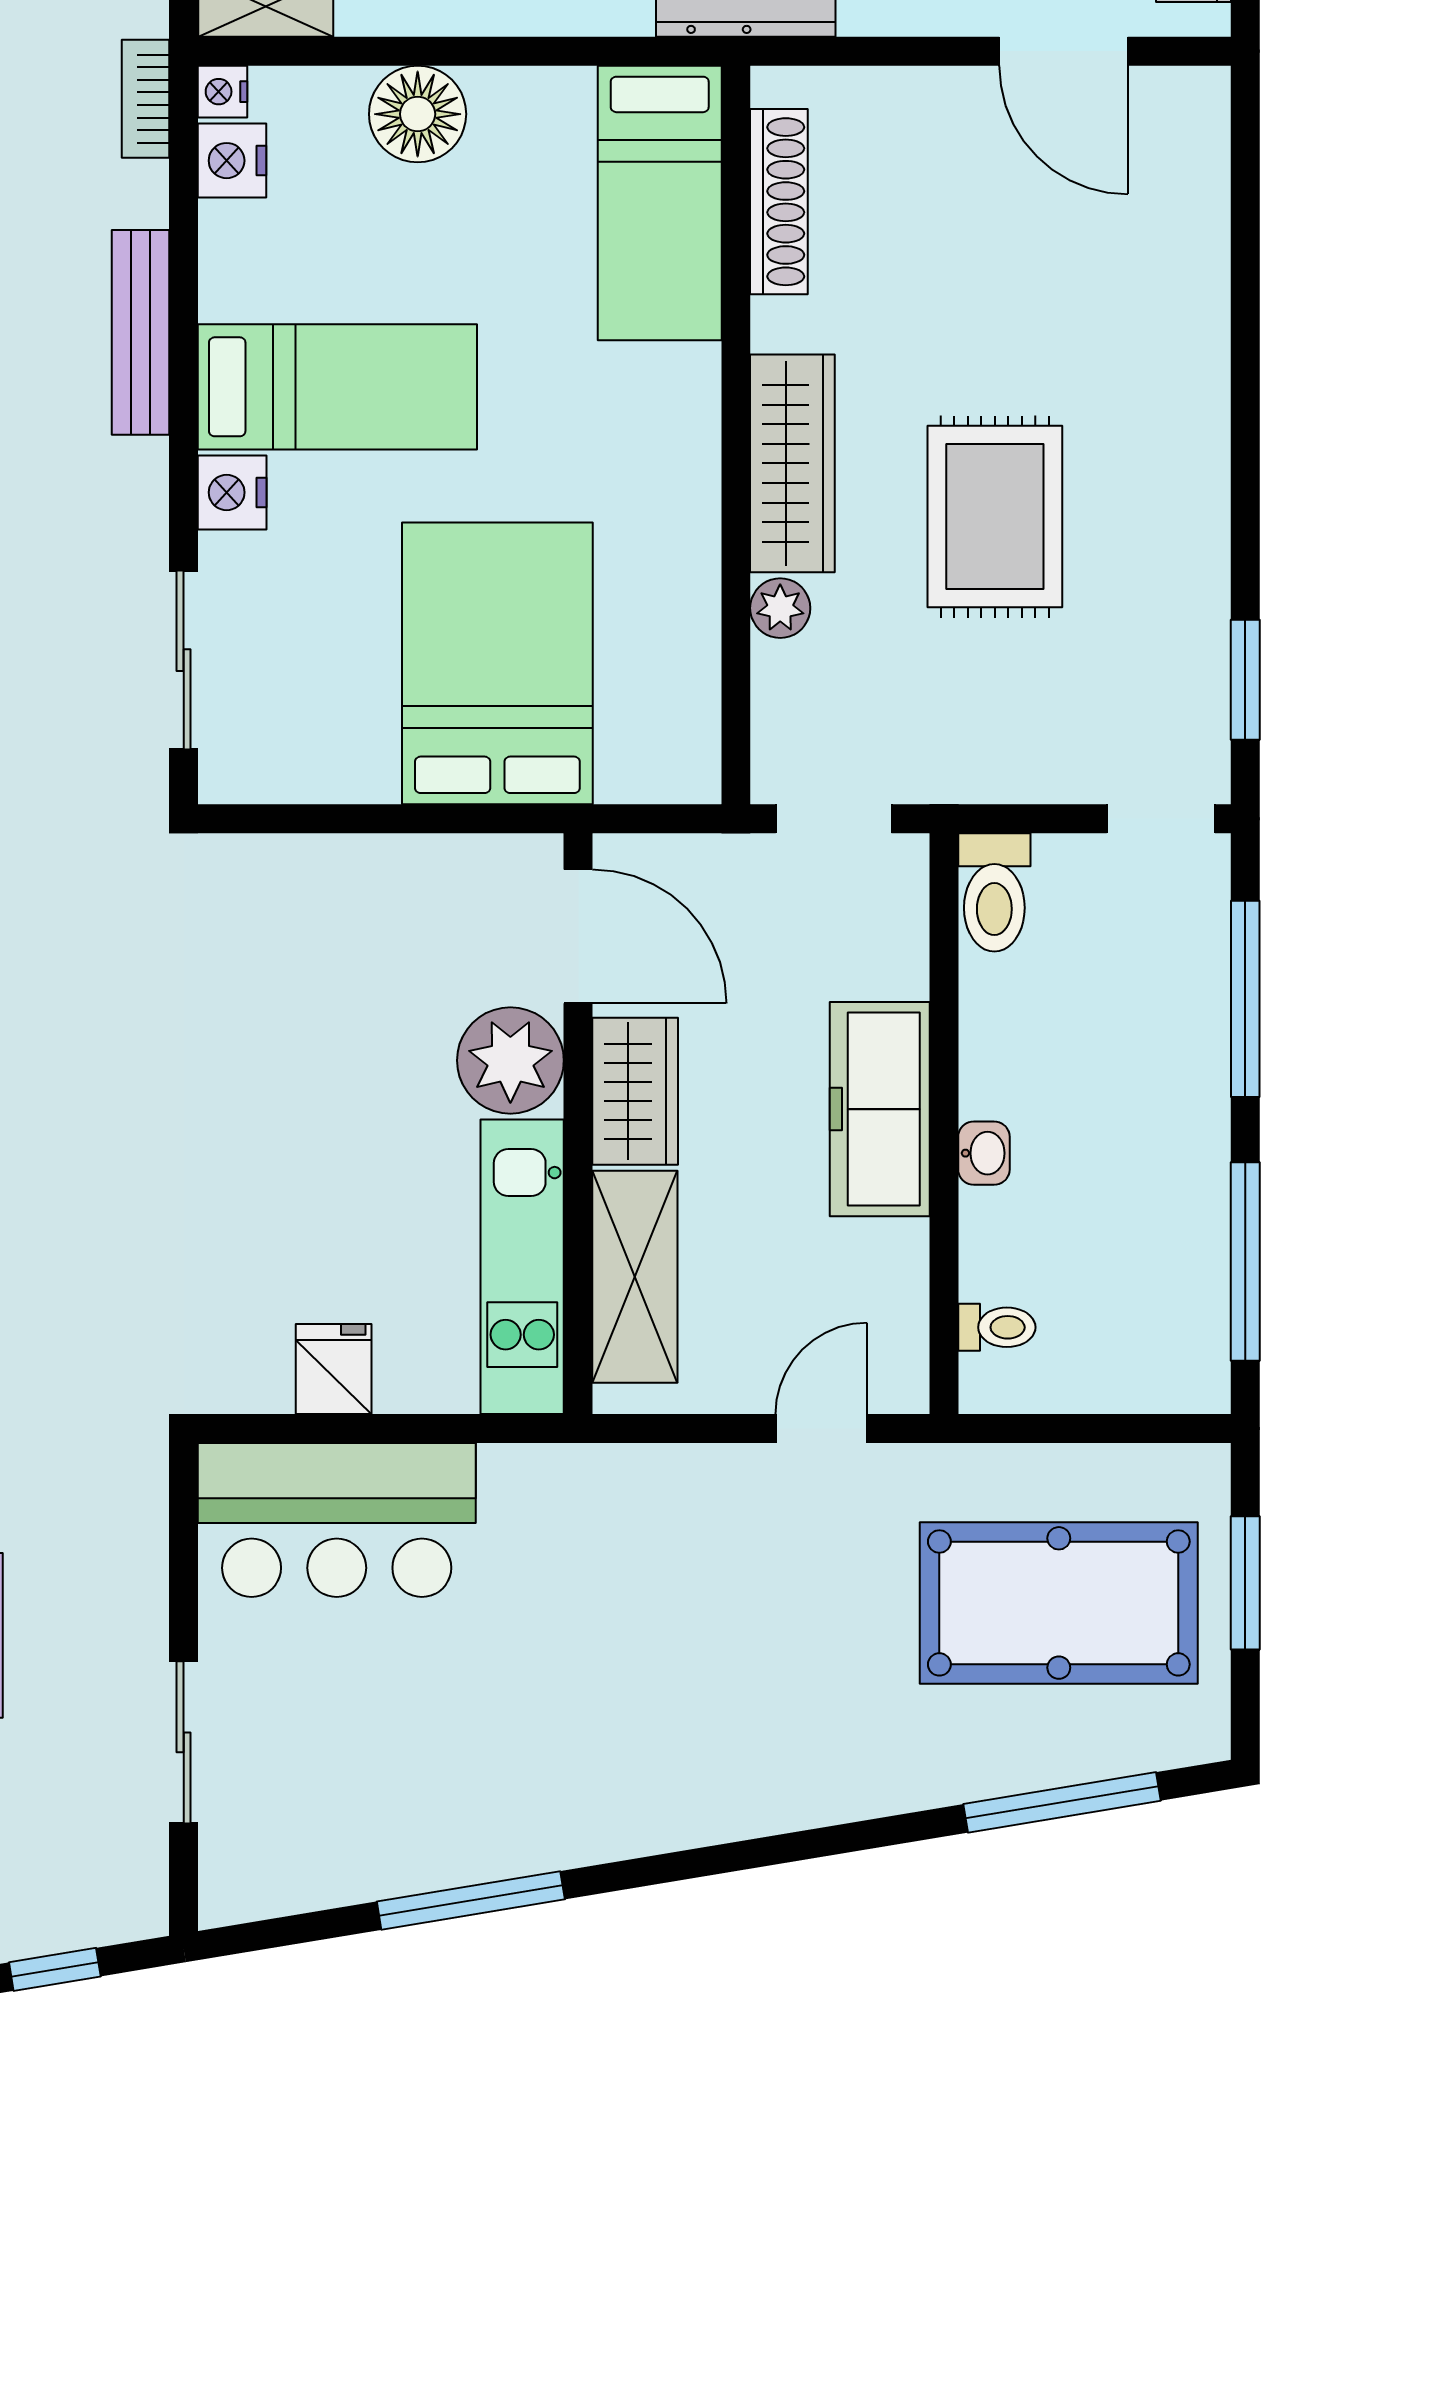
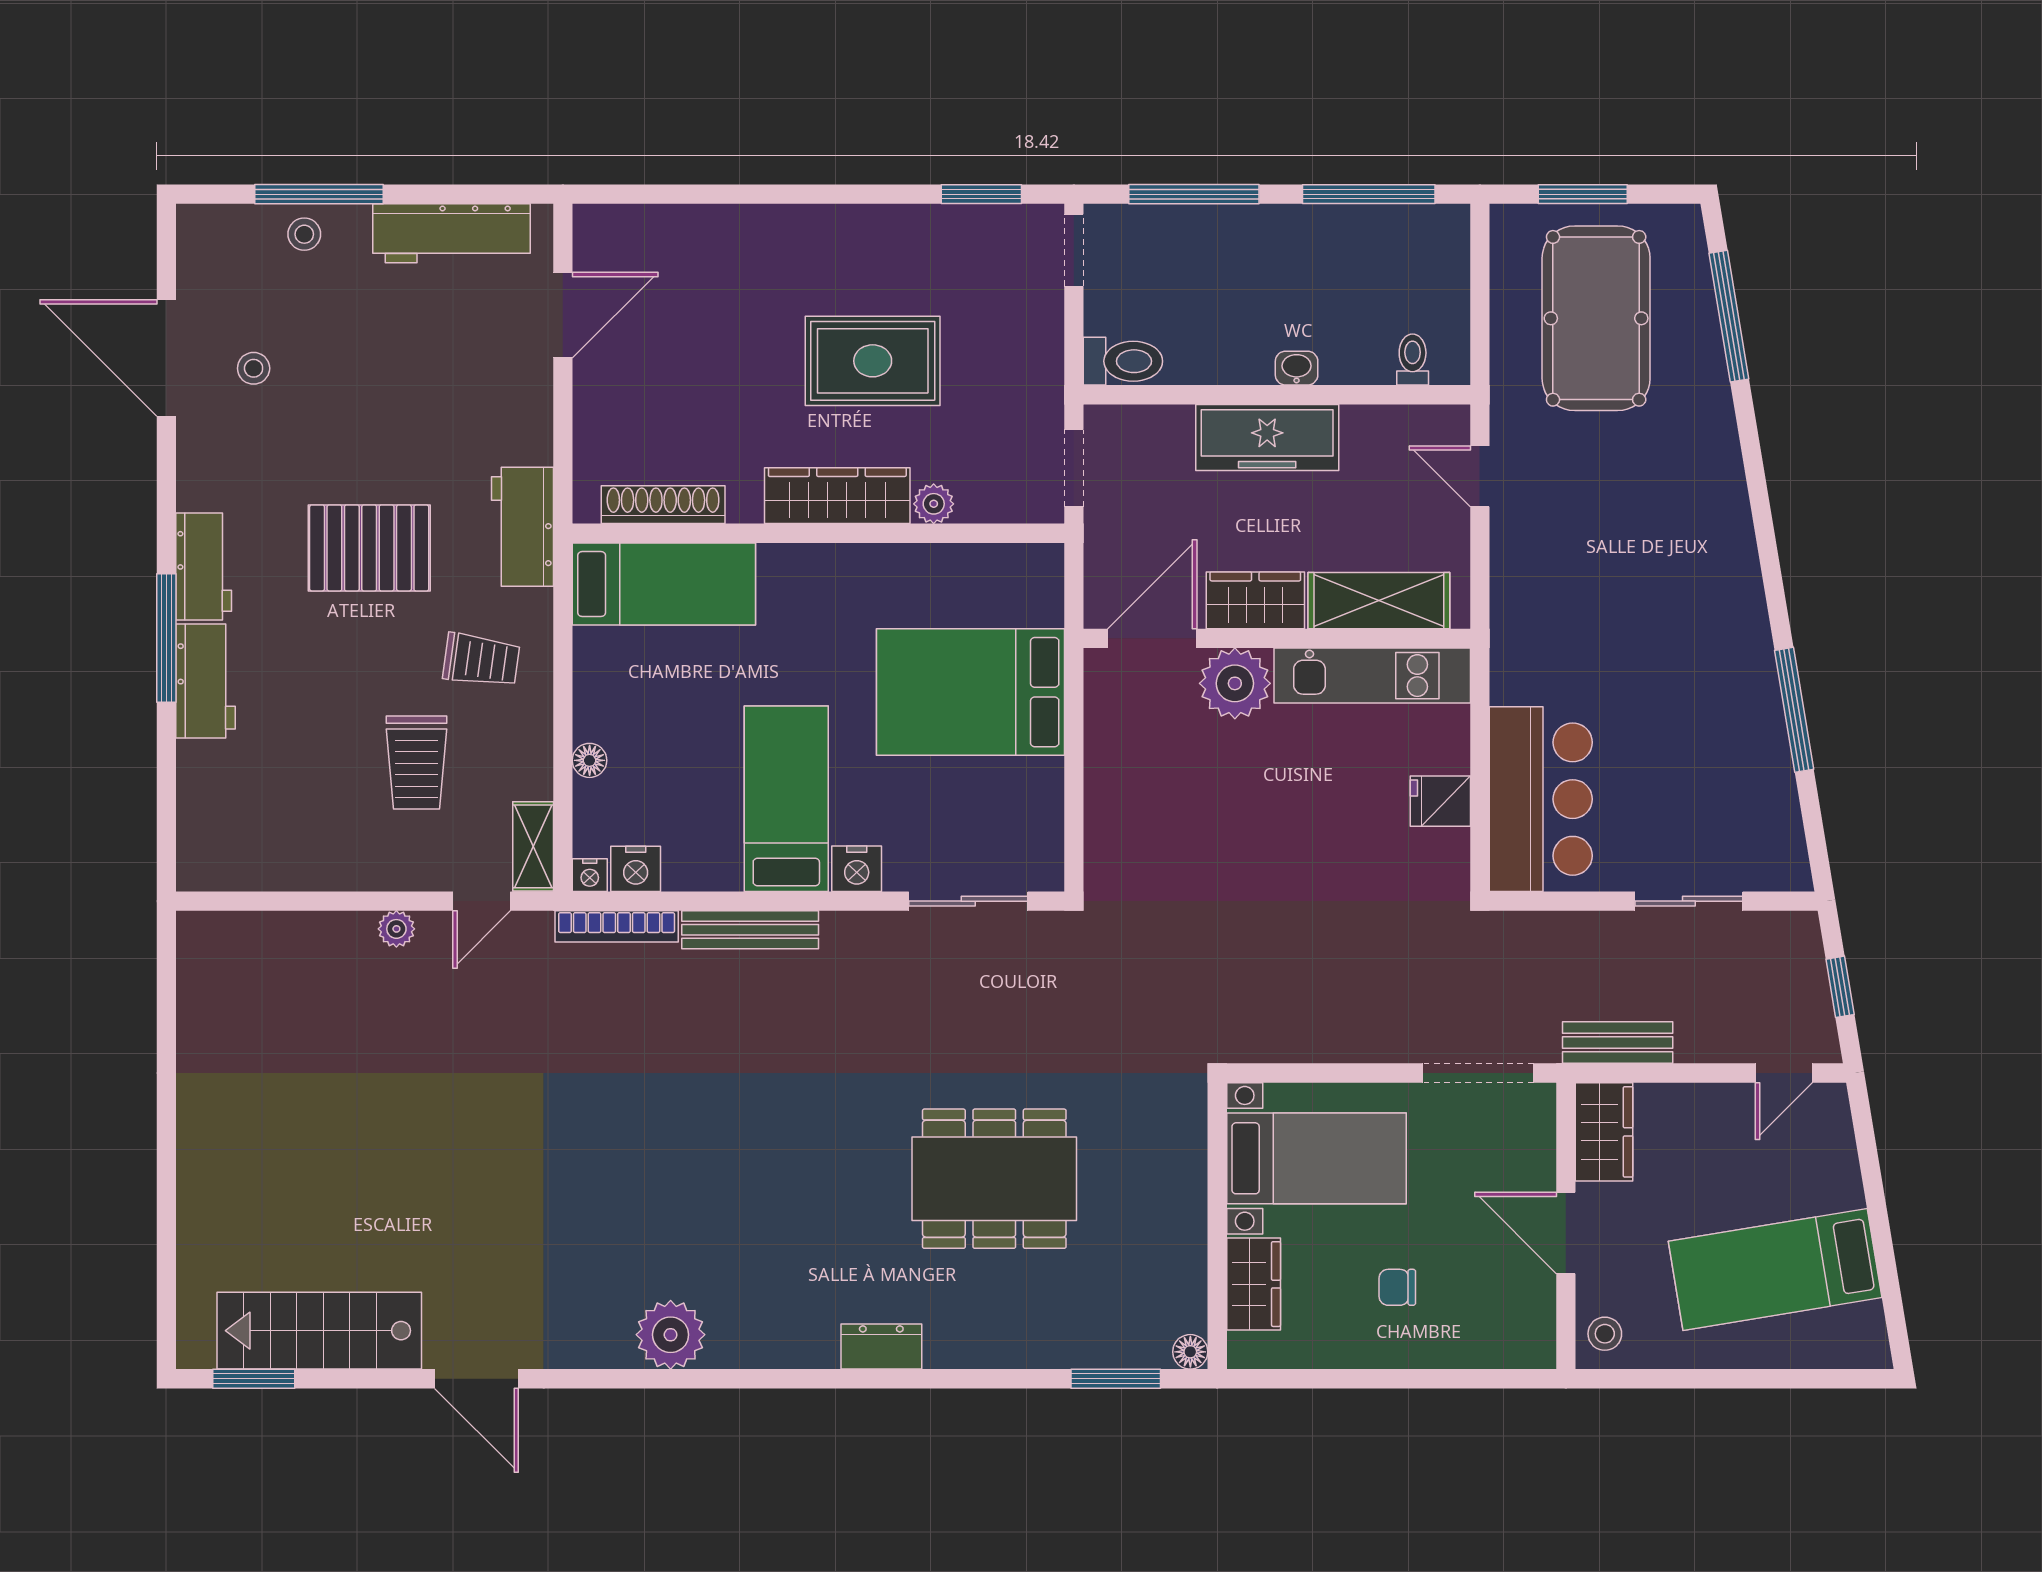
bookcase: (146, 99) -> (617, 926), width x1.56
floor lamp: (418, 114) -> (590, 760), width x0.53, depth x0.53

